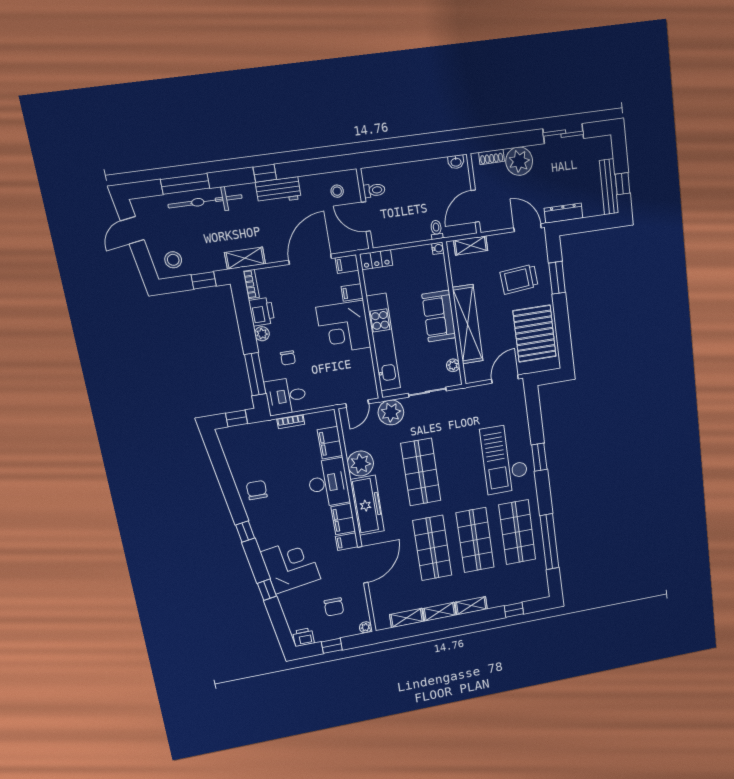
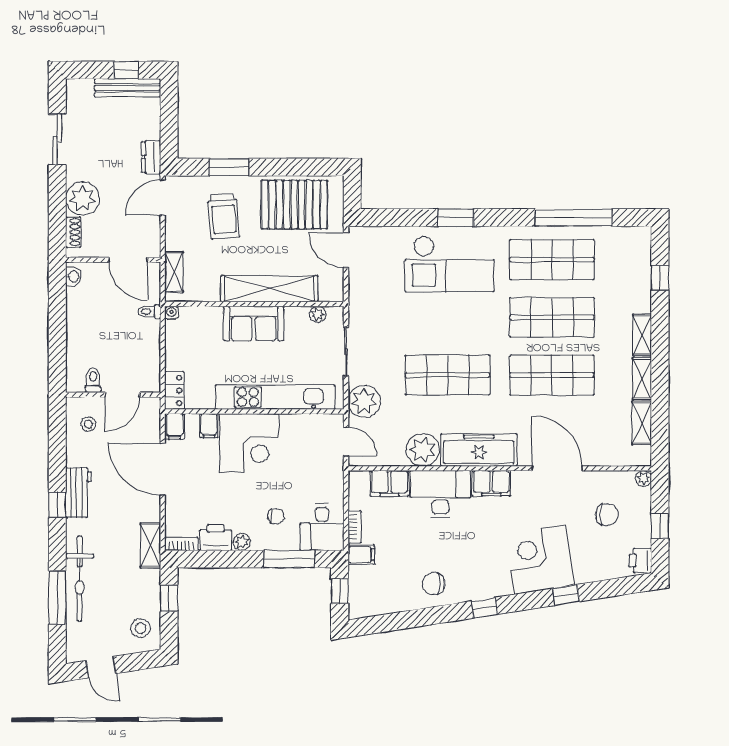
dresser: (563, 213) -> (151, 157), width x0.70
filing cabinet: (347, 542) -> (361, 555), moved, turned -90

